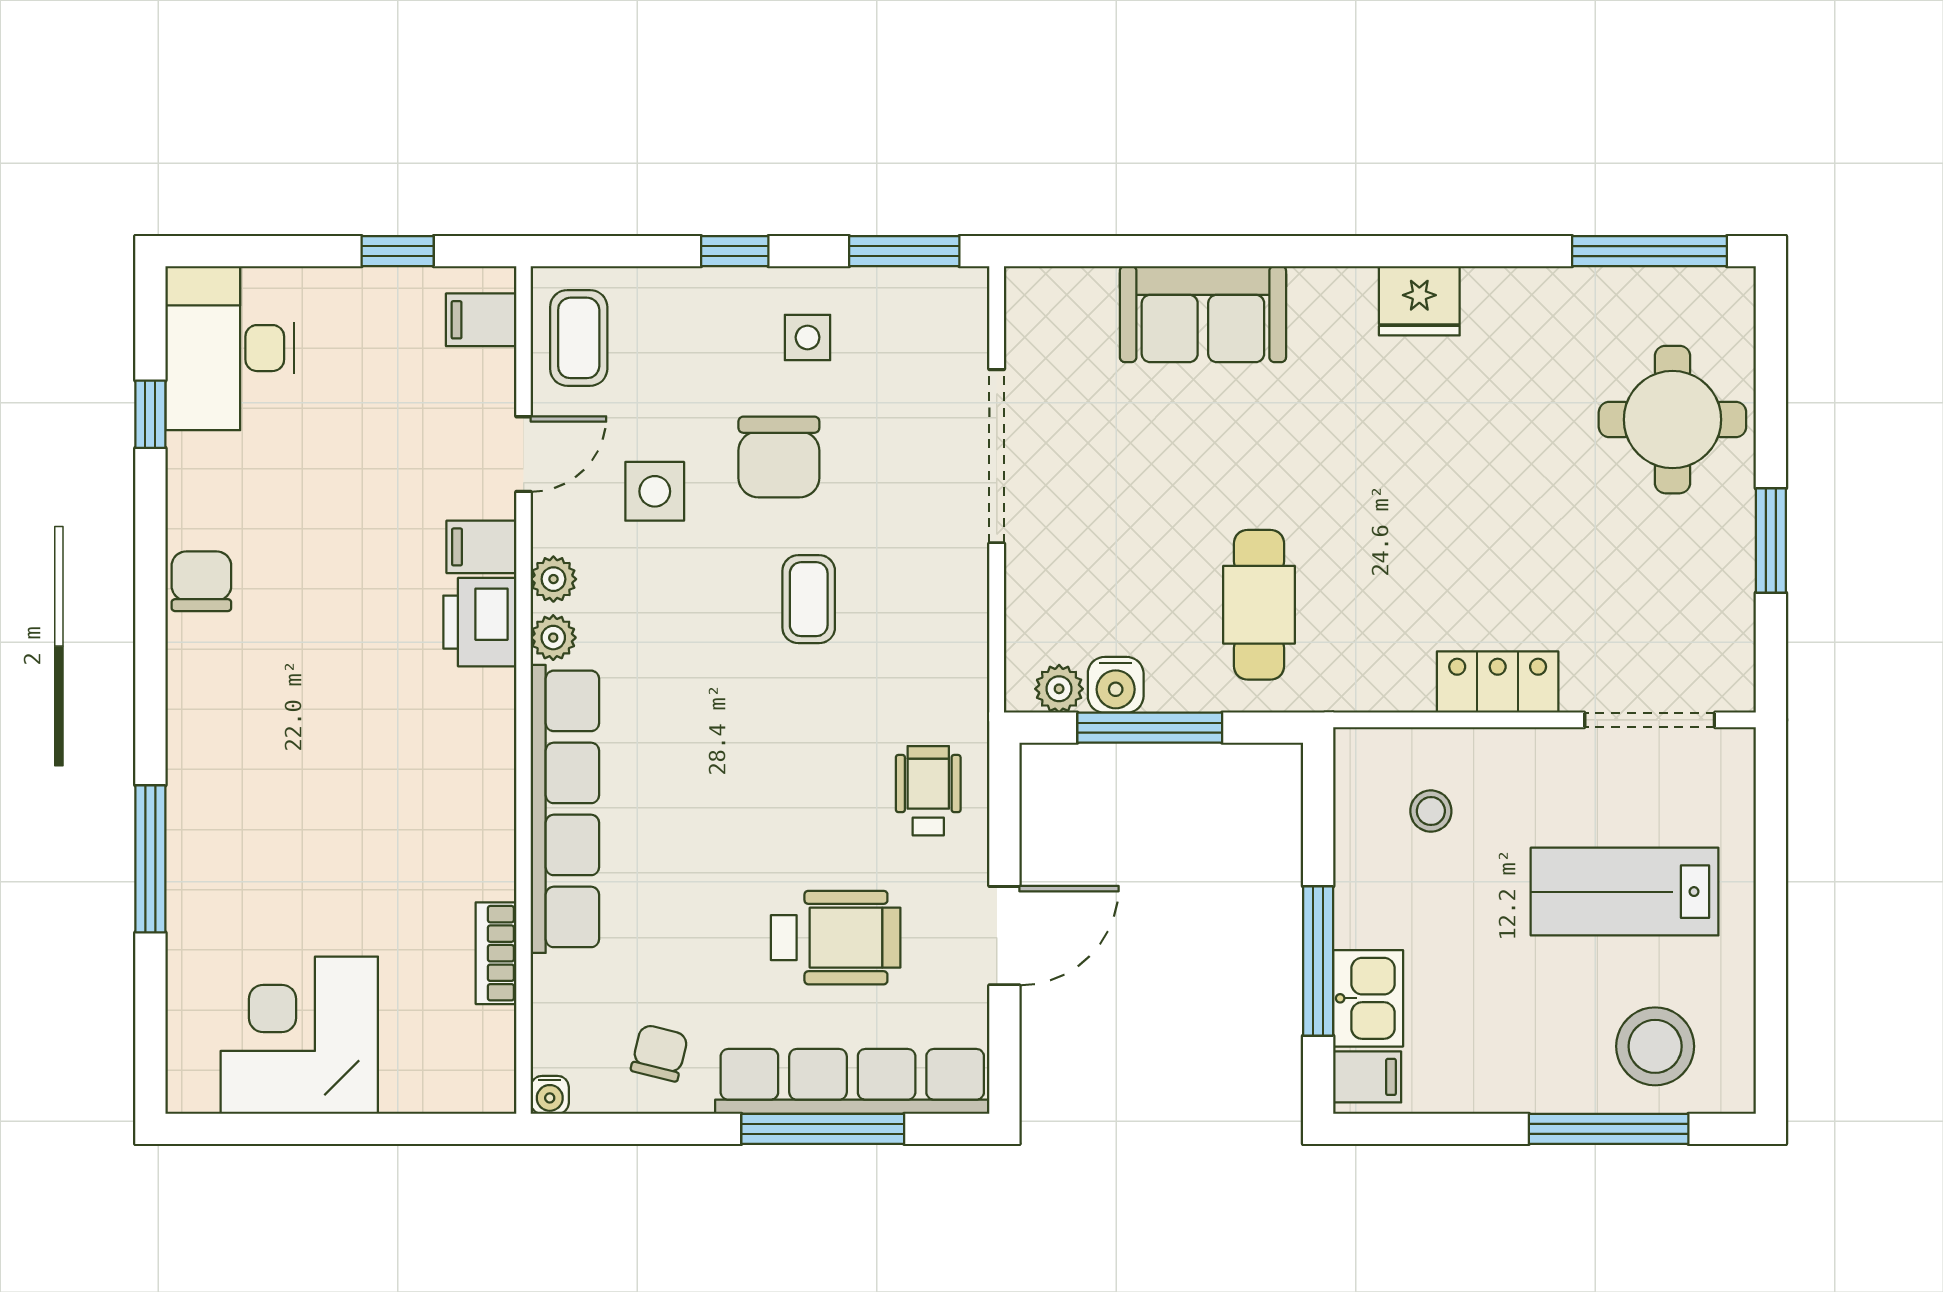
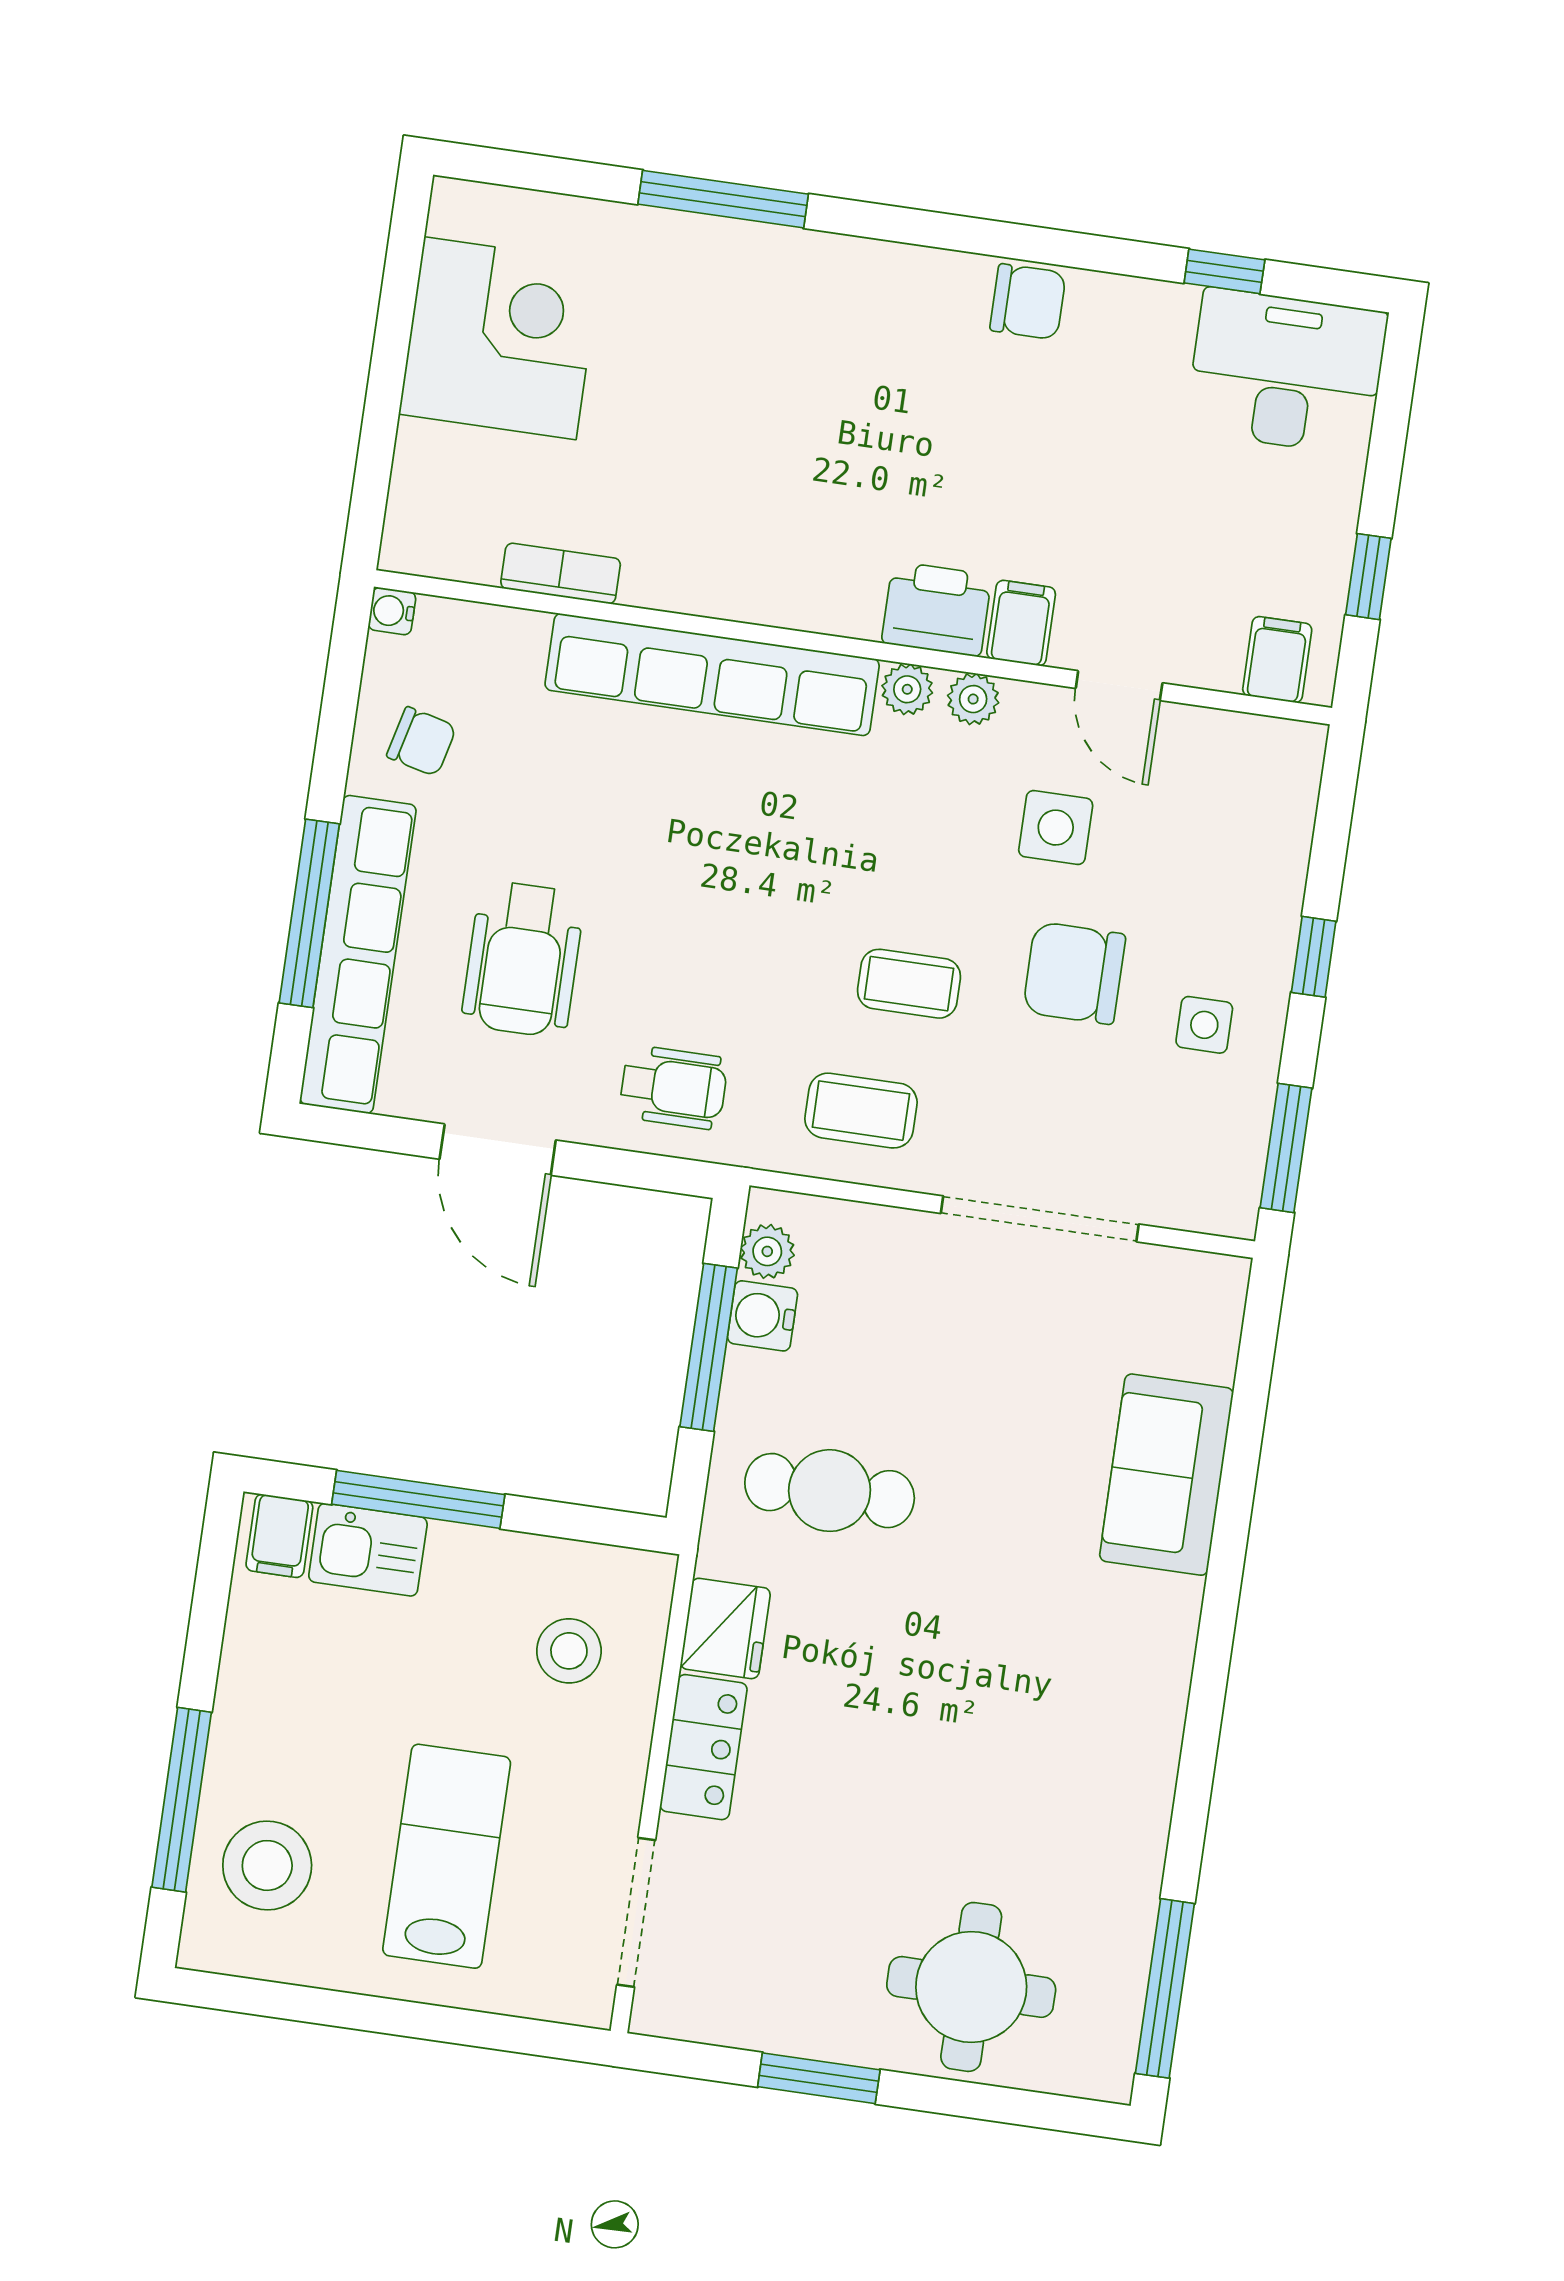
fridge: (1419, 301) -> (725, 1628), moved, turned 180
coffee table: (579, 338) -> (861, 1111), moved
stool: (1431, 811) -> (569, 1651), width x1.37, depth x1.37

